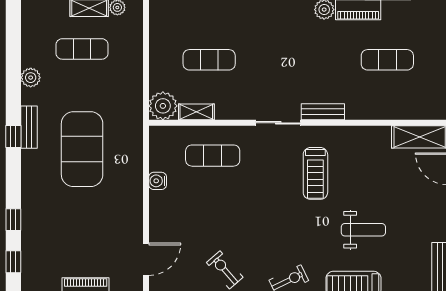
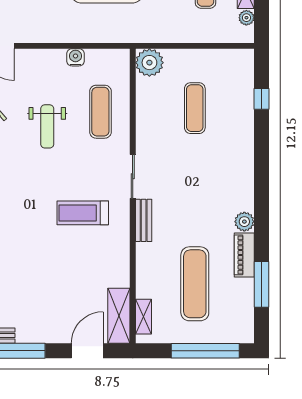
exercise mat: (387, 60) -> (195, 284), width x1.36, depth x1.45
shelving: (196, 112) -> (143, 317), moved
weight bench: (363, 230) -> (47, 126), moved

